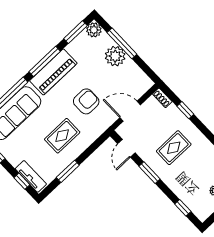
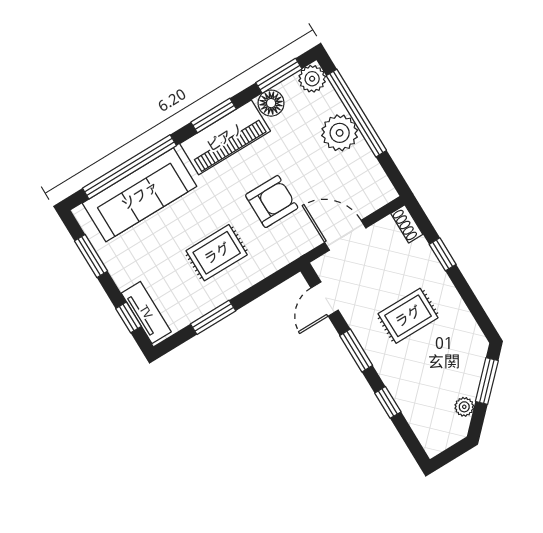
window: (122, 43) -> (356, 113), width x1.46
floor lamp: (74, 48) -> (271, 103), added
window: (45, 61) -> (214, 116), width x0.69
window: (183, 208) -> (388, 402), moved

